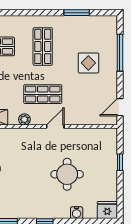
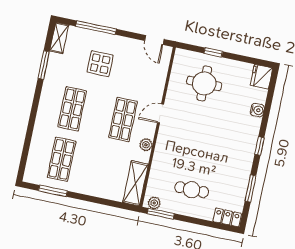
shelving: (104, 21) -> (59, 38), added
shop shelf: (43, 46) -> (72, 109), turned 90
door: (55, 126) -> (160, 113), hinge flipped
round table: (67, 174) -> (204, 83), moved

